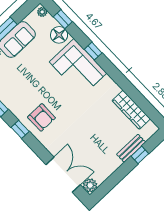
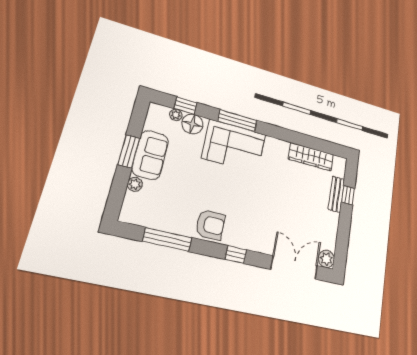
plant: (42, 12) -> (176, 115), moved
window: (93, 51) -> (237, 121), width x2.17
armchair: (41, 117) -> (210, 225), moved
window: (20, 129) -> (236, 255), moved

